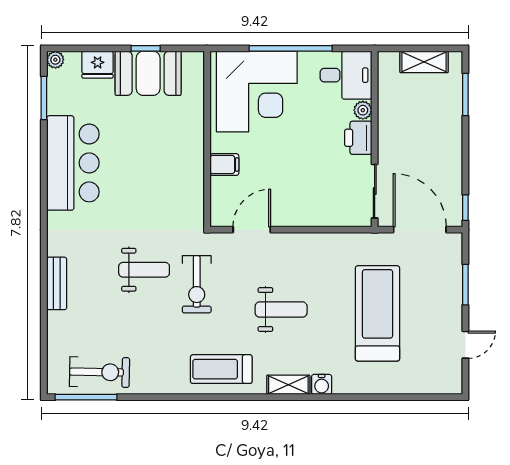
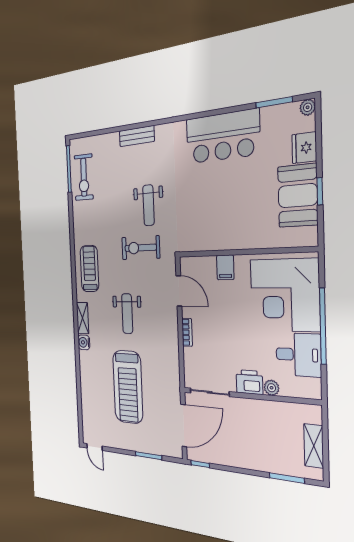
desk: (346, 75) -> (298, 355), moved, turned -90
bookcase: (303, 220) -> (187, 332), added
treadmill: (377, 313) -> (128, 387), turned 90
door: (465, 345) -> (94, 447), moved

